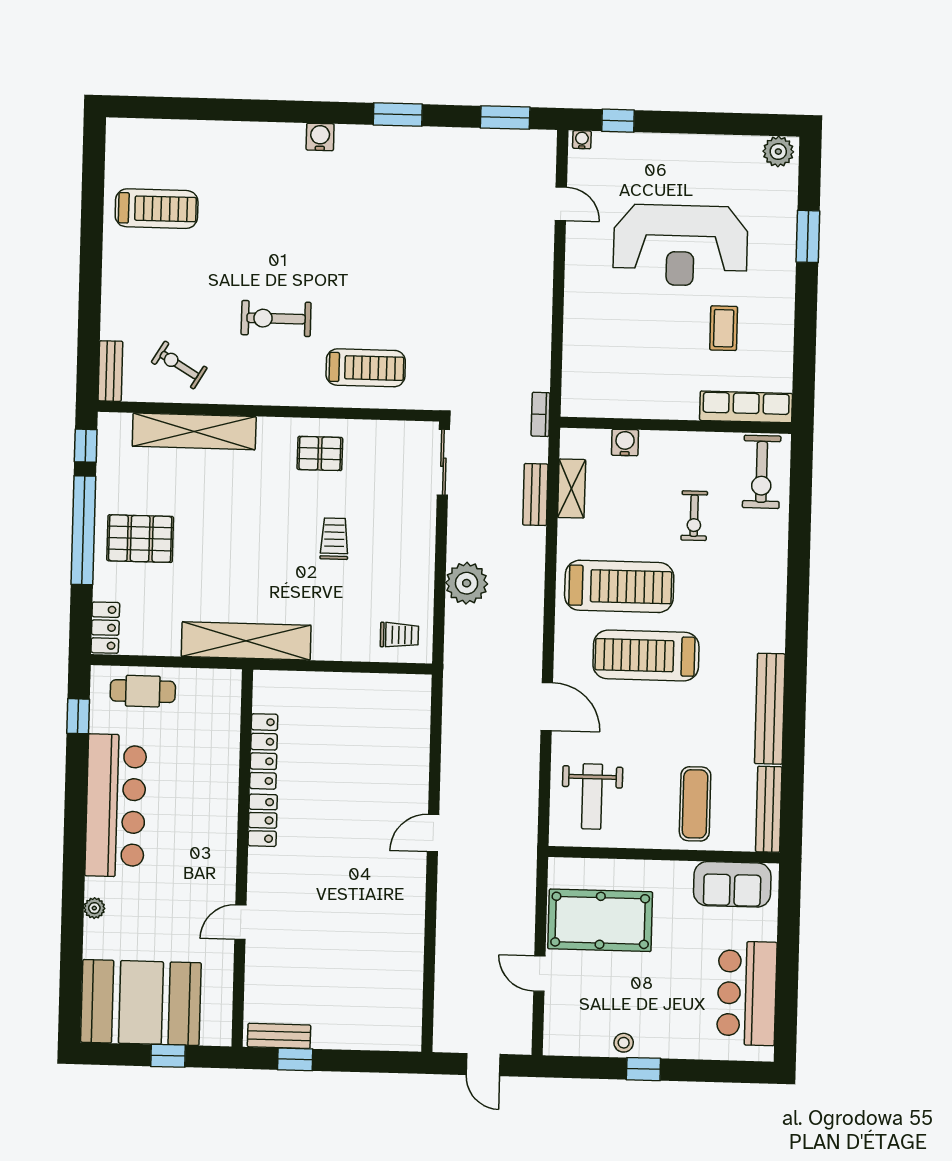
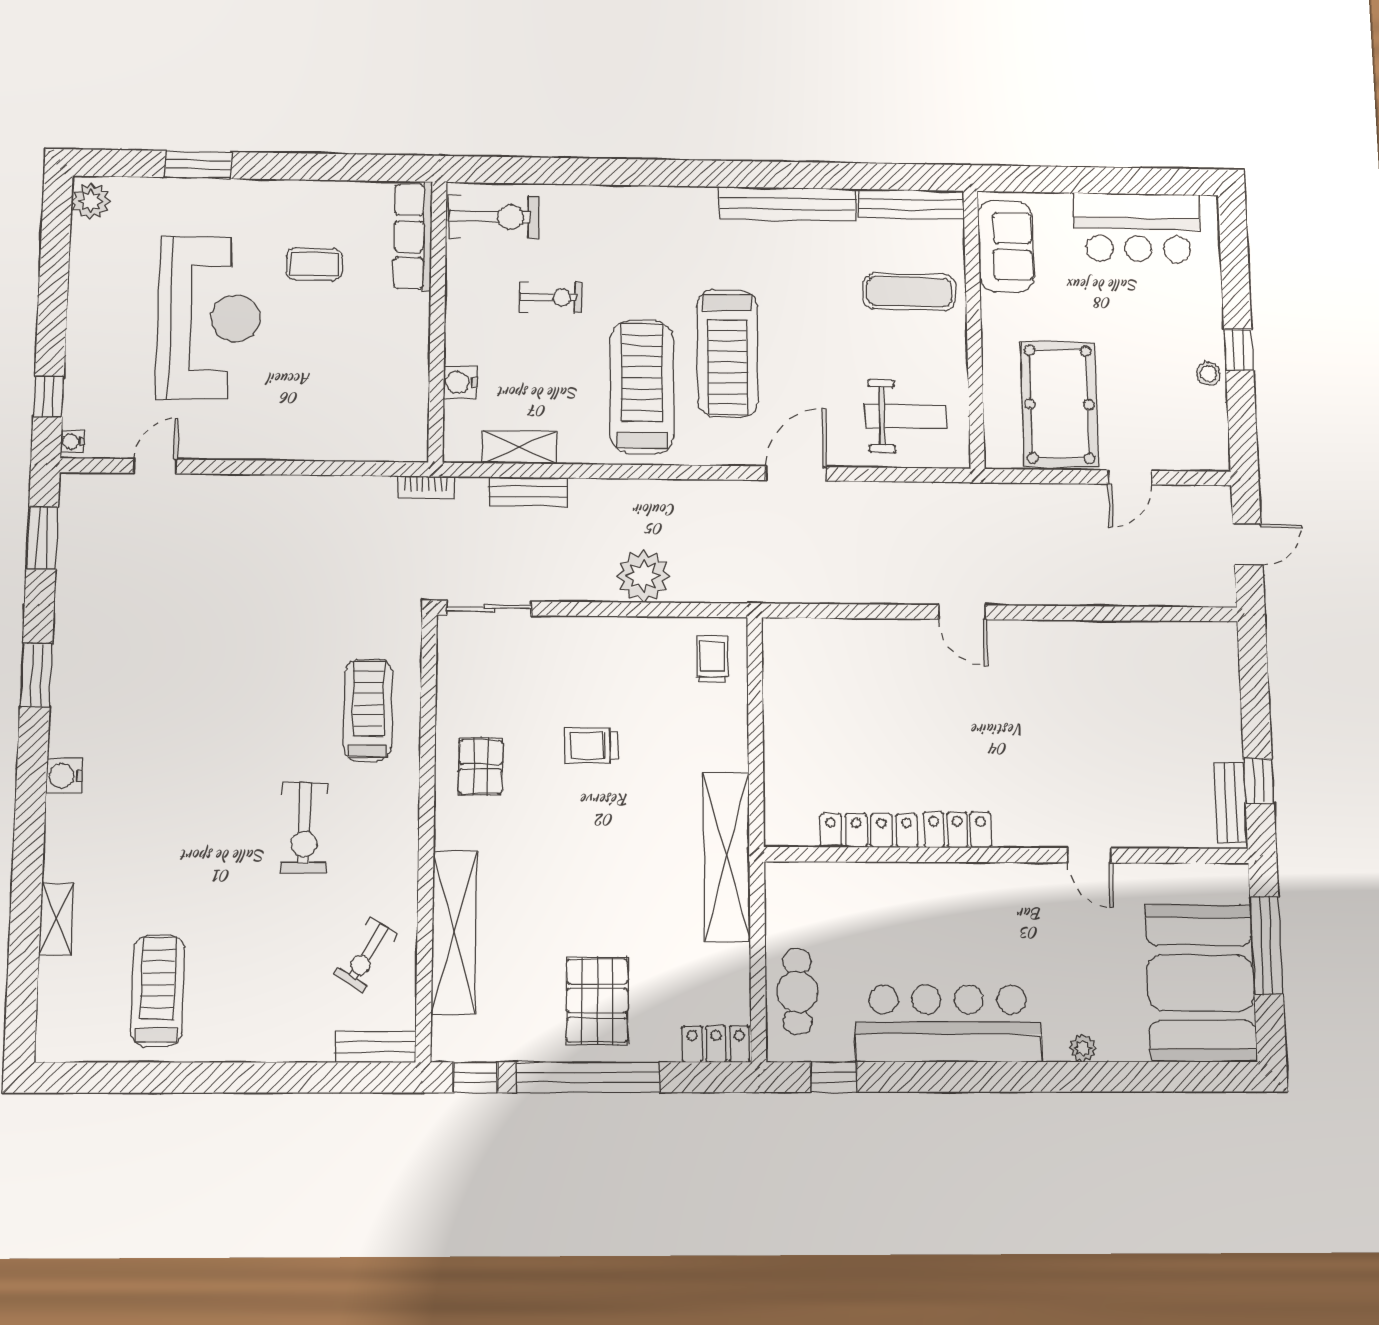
shelving: (212, 132) -> (56, 919), added
window: (168, 1056) -> (1266, 945), width x2.17

